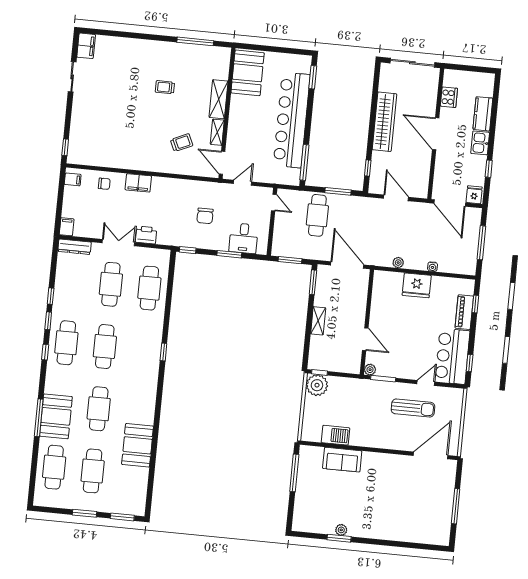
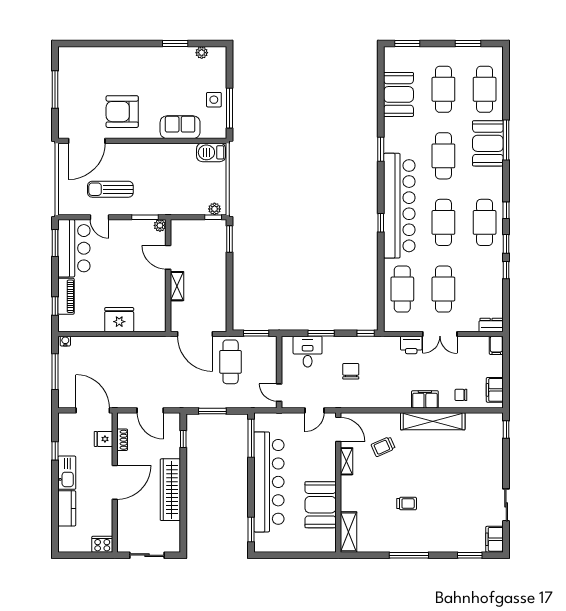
window: (111, 33) -> (470, 555), added
window: (195, 41) -> (409, 555), moved
sliding door: (412, 63) -> (147, 555), width x0.73
booth: (248, 73) -> (321, 505), moved
cooker: (449, 97) -> (102, 544), moved, turned 90
shelving: (219, 99) -> (349, 532), moved
door: (436, 134) -> (115, 482), hinge flipped
kitchen sink: (480, 143) -> (67, 473), width x1.38
shelving: (133, 162) -> (433, 421), added
shoe rack: (425, 173) -> (122, 440), added
filing cabinet: (73, 179) -> (495, 390), width x2.00
fridge: (474, 195) -> (104, 439), moved, turned 90
cafe table: (317, 215) -> (231, 362), moved
dresser: (75, 247) -> (491, 325), width x0.70
plant: (398, 263) -> (141, 342), removed
water cooler: (433, 267) -> (65, 341), moved
window: (313, 282) -> (229, 239), moved
shelving: (318, 321) -> (177, 286), moved
window: (470, 363) -> (55, 243), width x1.50
bar counter: (145, 366) -> (399, 206), added
door: (426, 383) -> (99, 217), hinge flipped
plant: (317, 385) -> (214, 209), width x0.53, depth x0.53
window: (157, 421) -> (381, 149), added
barbecue: (335, 435) -> (211, 152), moved
booth: (138, 445) -> (398, 94), moved
armchair: (395, 480) -> (122, 112), added
side table: (308, 482) -> (214, 100), added
window: (85, 513) -> (468, 44), moved
plant: (341, 530) -> (202, 53), moved

